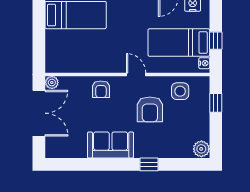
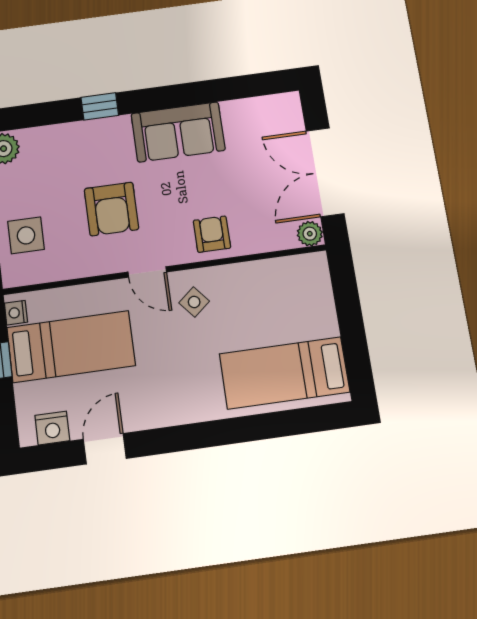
side table: (115, 56) -> (194, 302), added
side table: (180, 91) -> (26, 235), moved
armchair: (150, 109) -> (111, 209), turned 180

